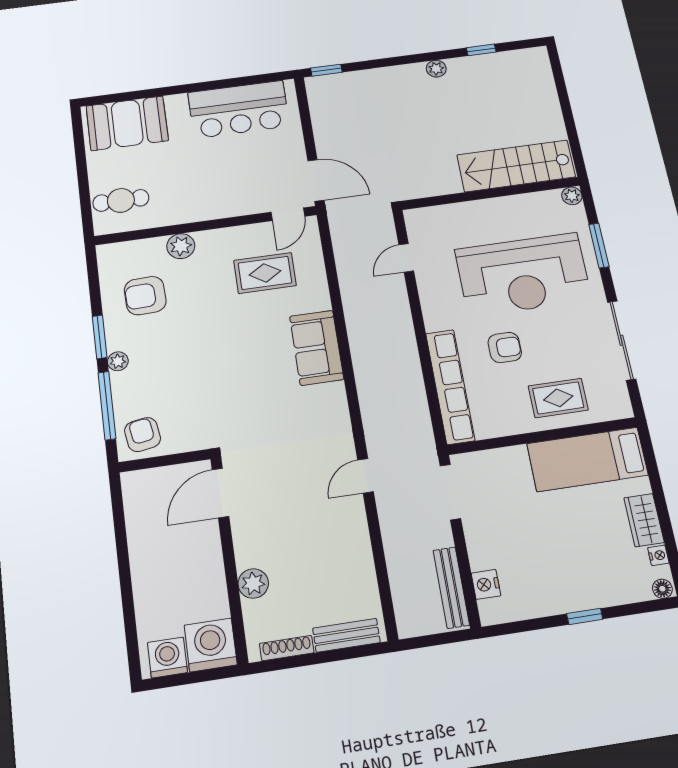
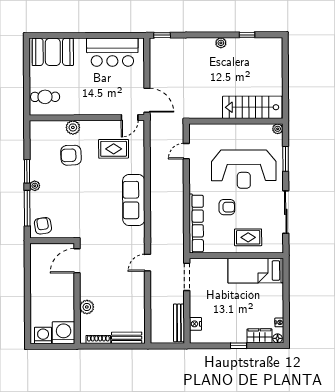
armchair: (145, 296) -> (71, 155), moved
sofa: (317, 348) -> (134, 200), width x1.36
wardrobe: (644, 520) -> (260, 336), moved, turned 90

